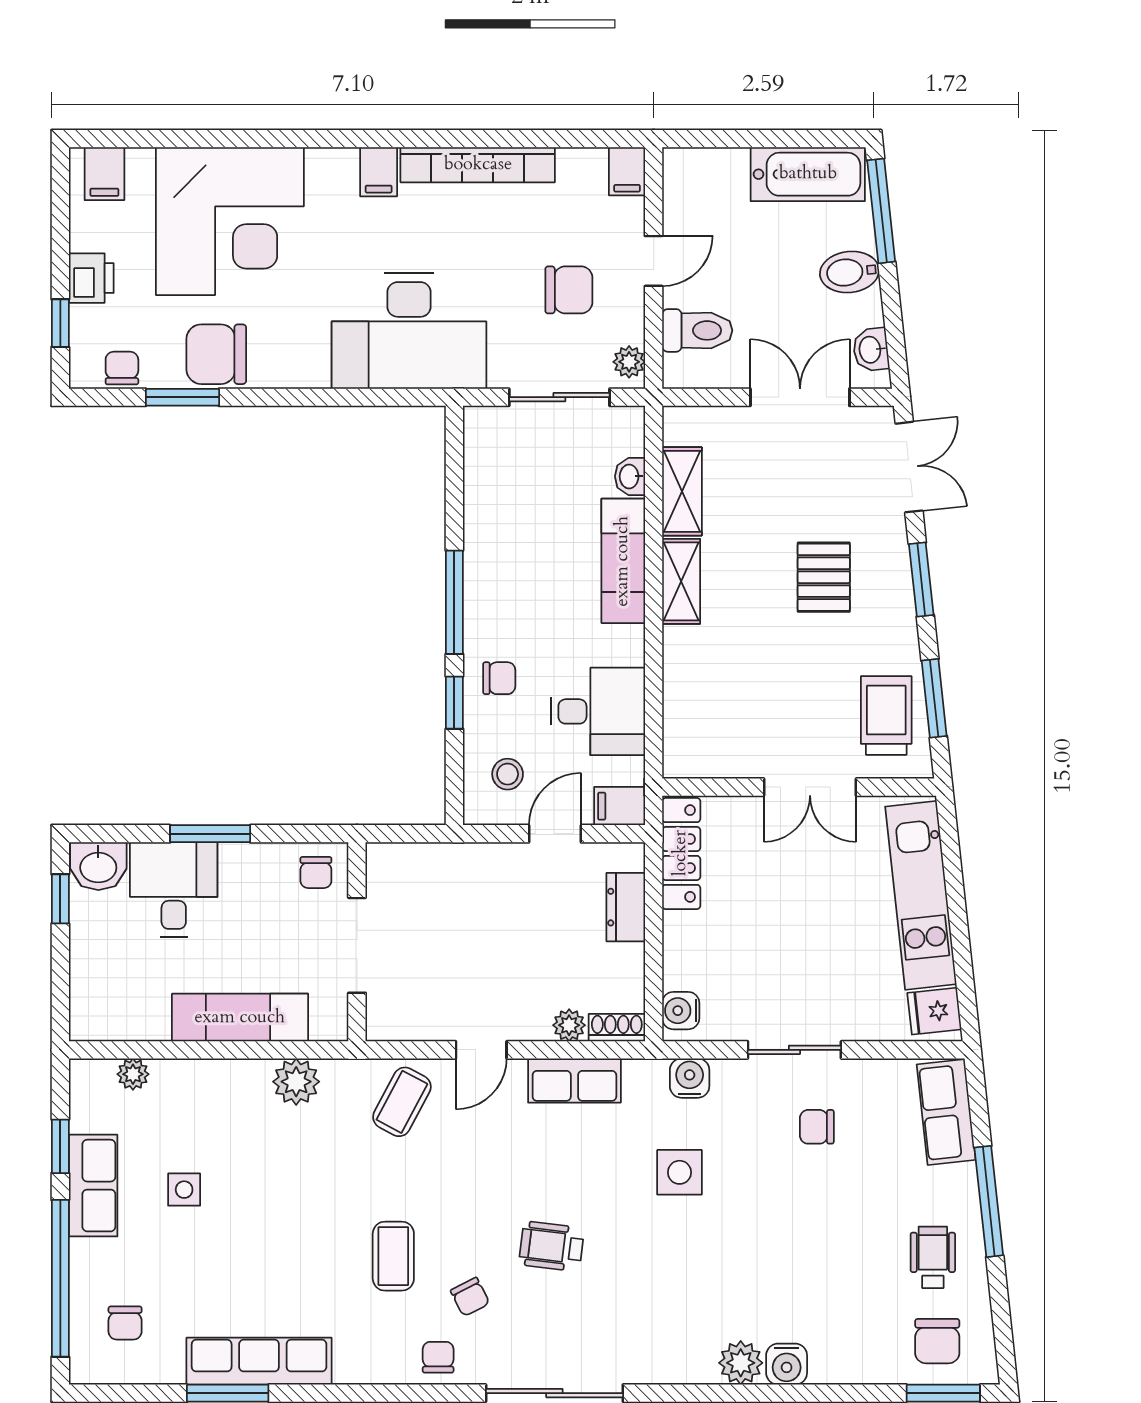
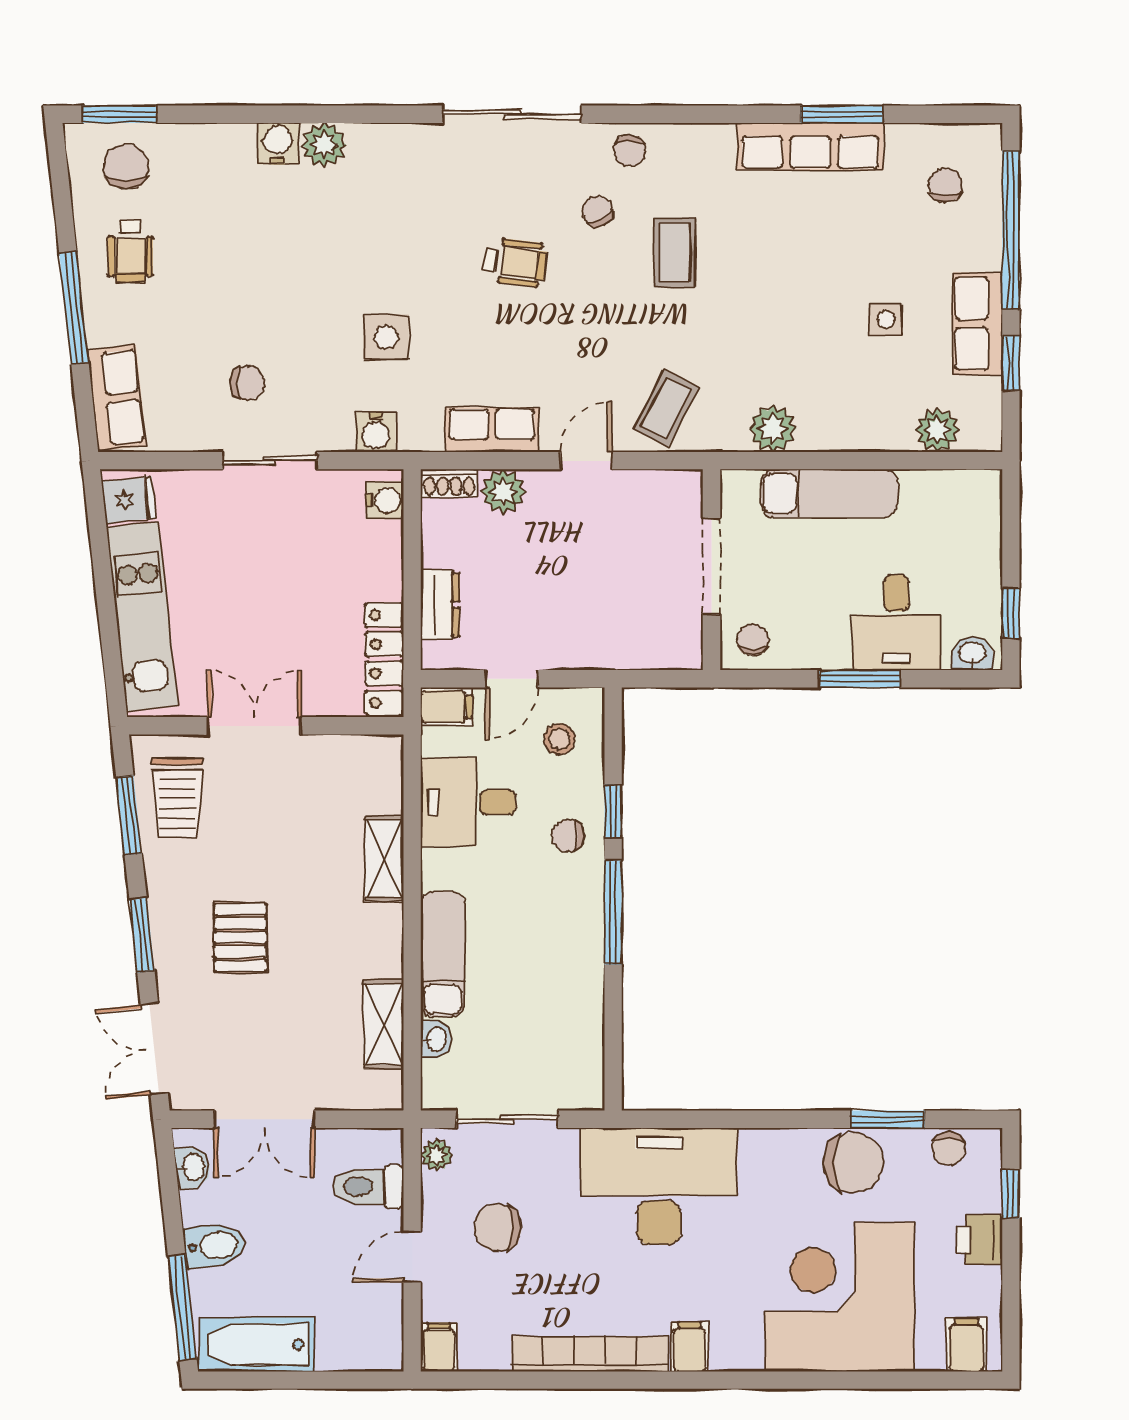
shelving: (681, 581) -> (384, 859), moved
washbasin: (98, 866) -> (972, 654), width x0.72, depth x0.69
plant: (569, 1025) -> (503, 492), width x1.38, depth x1.38
plant: (133, 1074) -> (937, 430), width x1.38, depth x1.38

